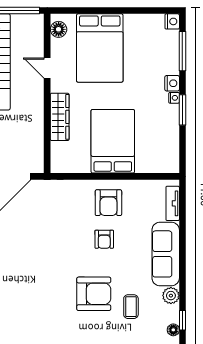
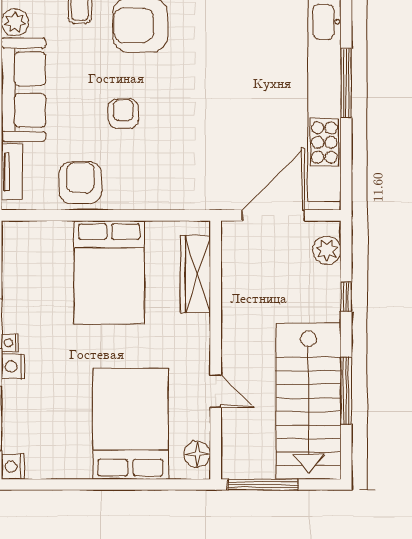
wardrobe: (60, 117) -> (195, 274), moved
armchair: (108, 203) -> (80, 183), moved

